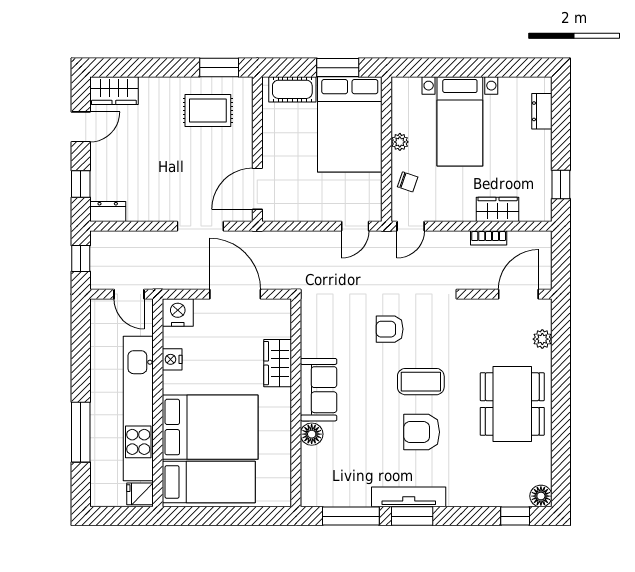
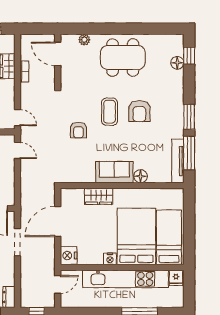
nightstand: (172, 359) -> (110, 259), moved
floor lamp: (541, 496) -> (177, 63), moved
tv unit: (409, 497) -> (178, 161), moved

